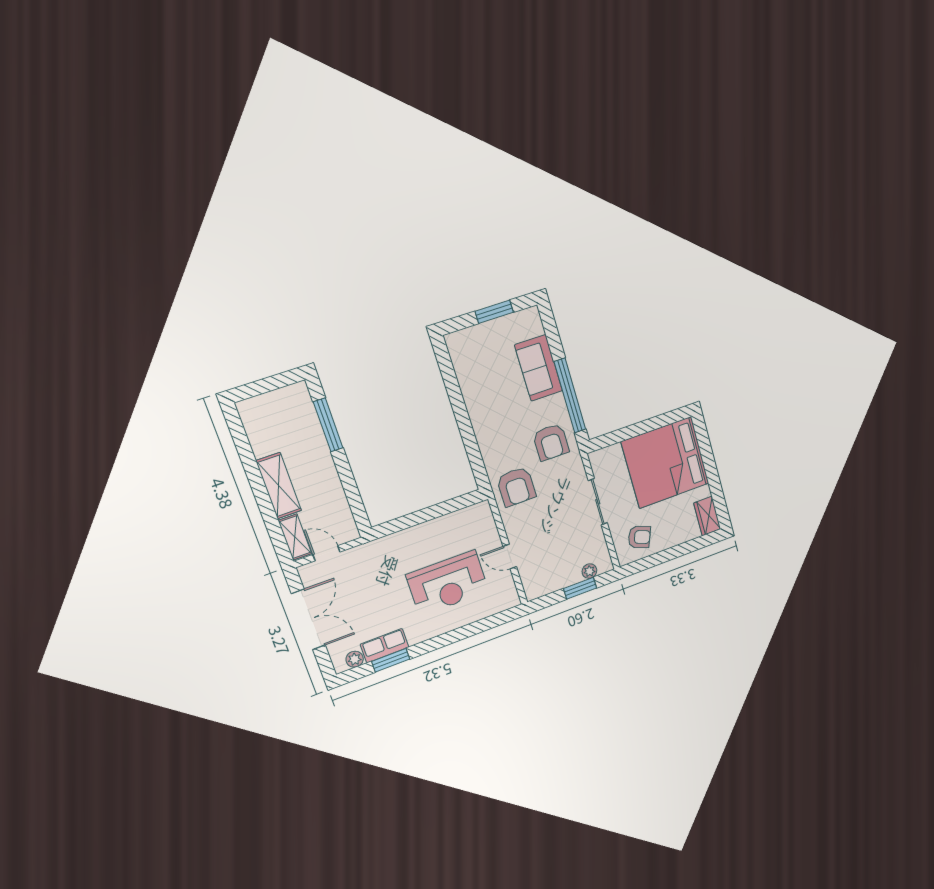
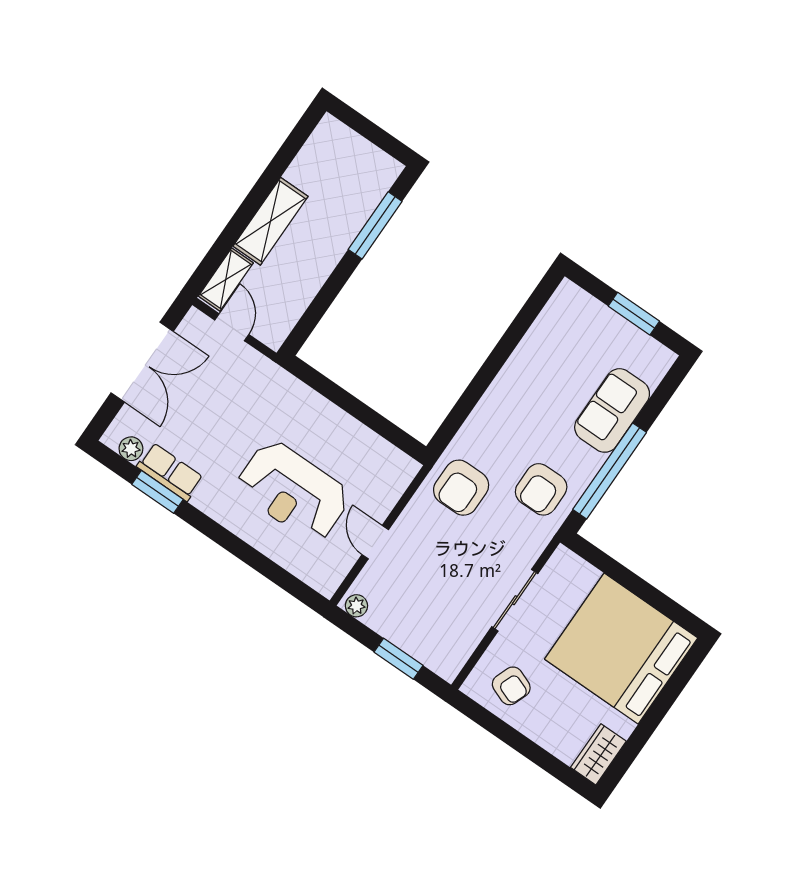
plant: (589, 571) -> (356, 606), moved

